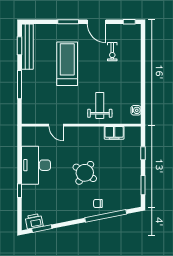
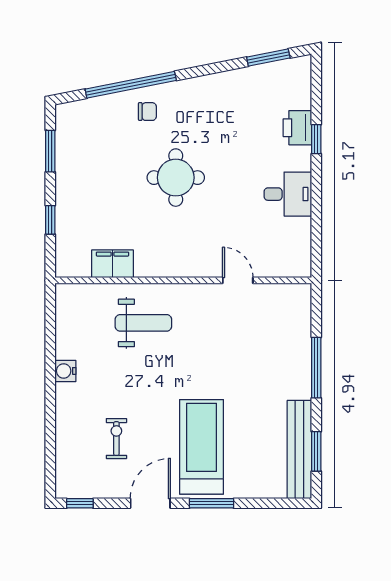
door: (97, 22) -> (150, 503), hinge flipped
treadmill: (67, 64) -> (201, 447), moved, turned 180
weight bench: (100, 105) -> (143, 323), turned -90
water cooler: (136, 110) -> (65, 371), moved
desk: (36, 165) -> (288, 194), width x0.53, depth x0.77
round table: (85, 173) -> (176, 178), turned -34
printer: (34, 221) -> (297, 128), moved, turned 101

